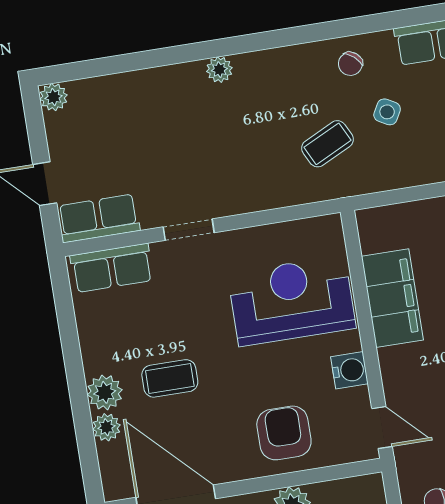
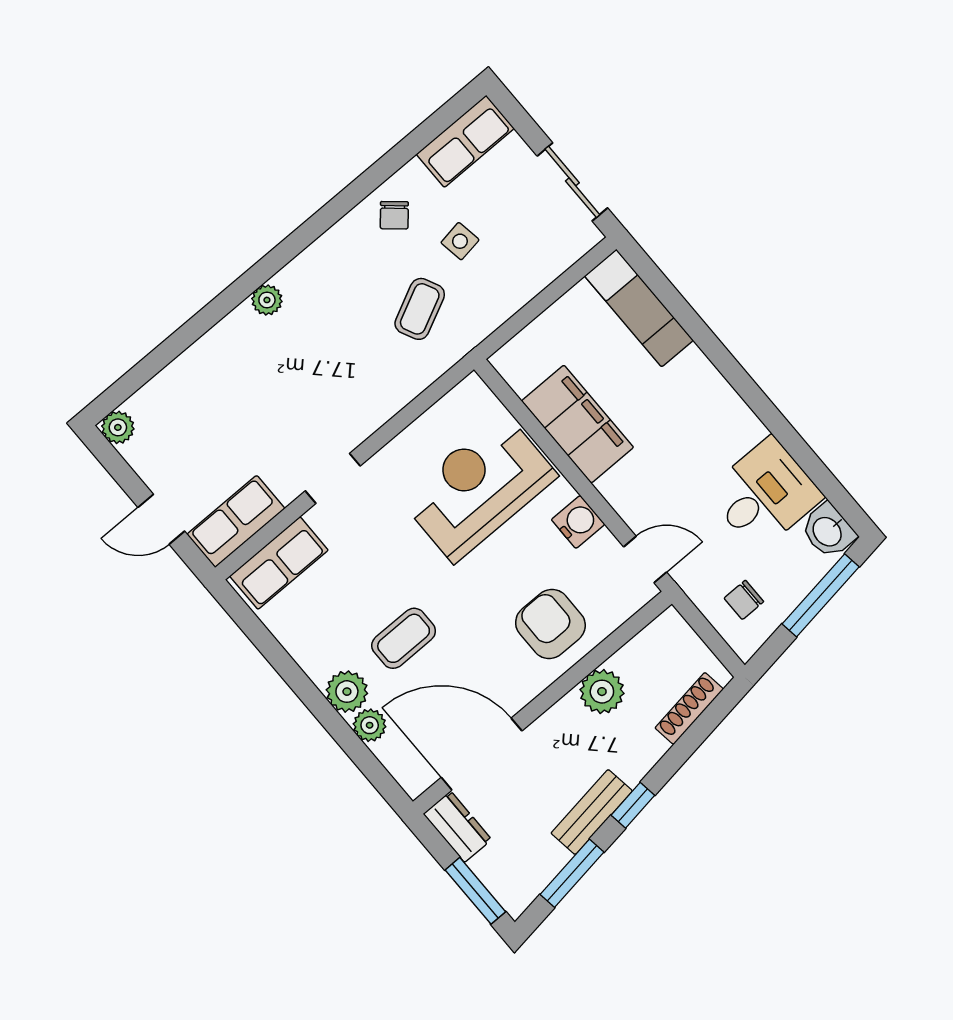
side table: (387, 112) -> (460, 241), turned -38

